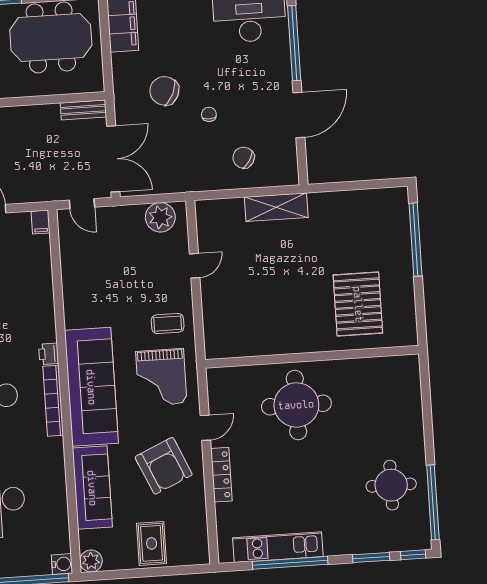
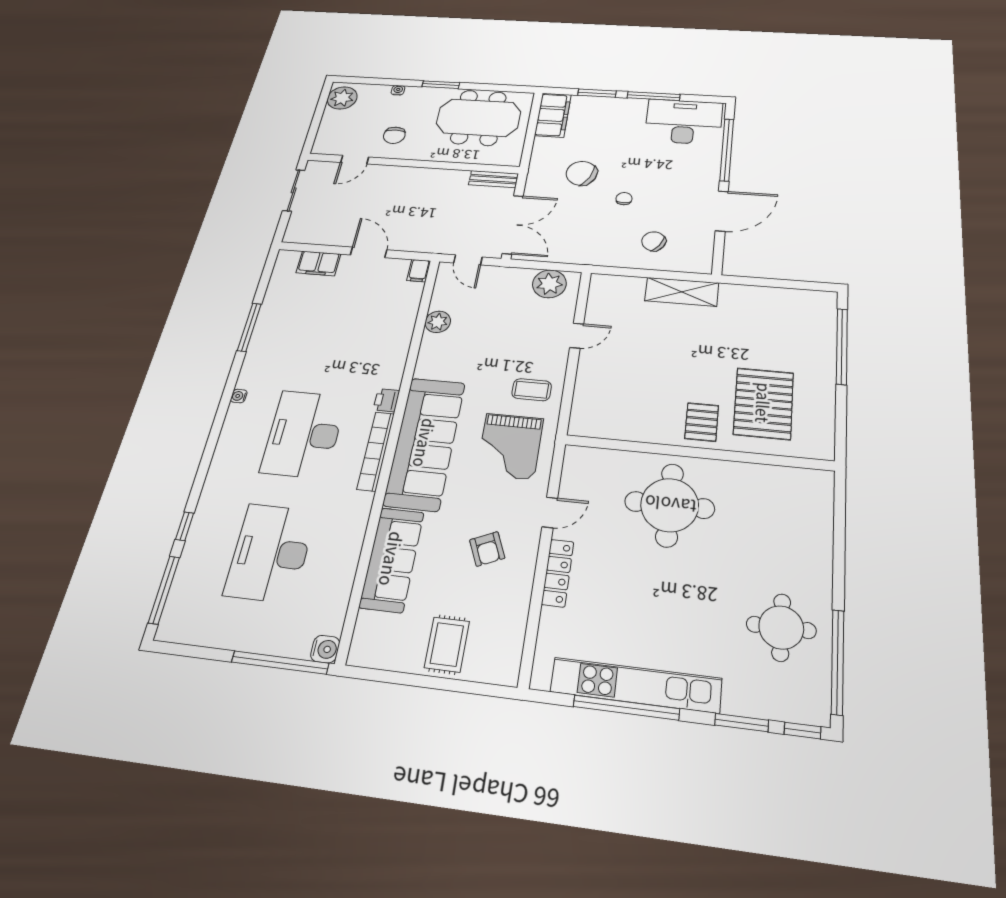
pallet: (311, 329) -> (702, 422), added
armchair: (164, 466) -> (487, 549), width x0.53, depth x0.53
kitchen unit: (278, 547) -> (636, 685), width x1.36
plant: (91, 561) -> (438, 322), moved

